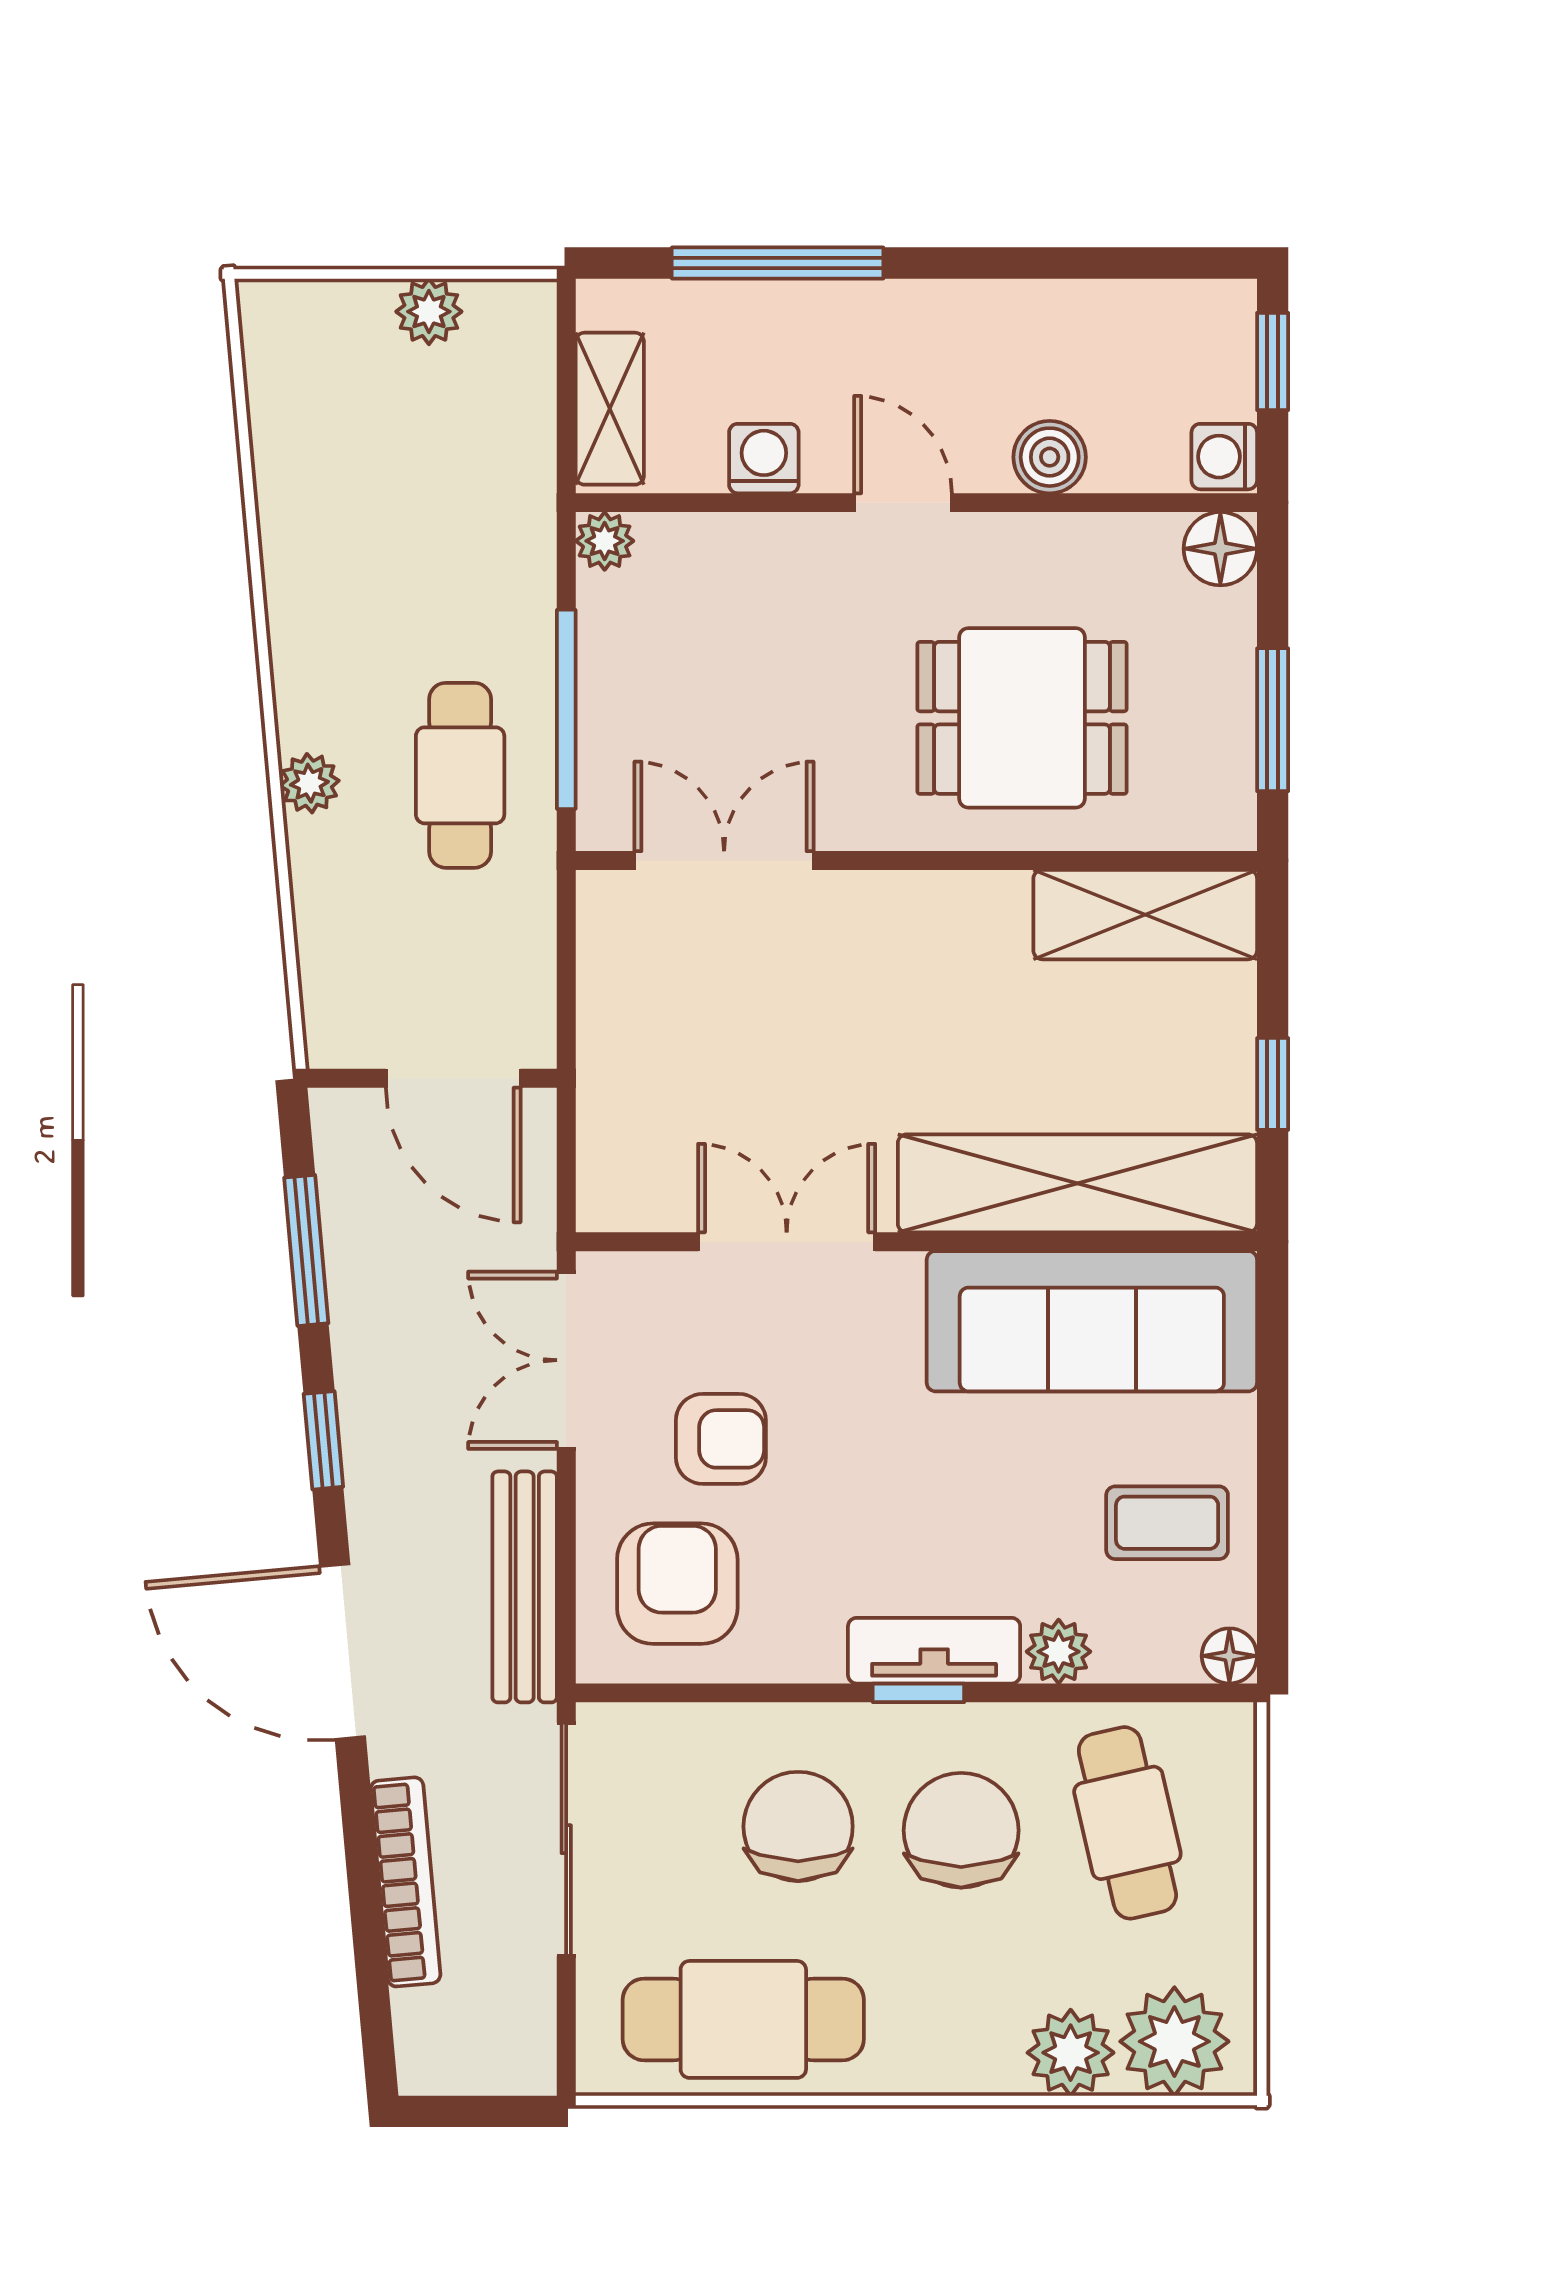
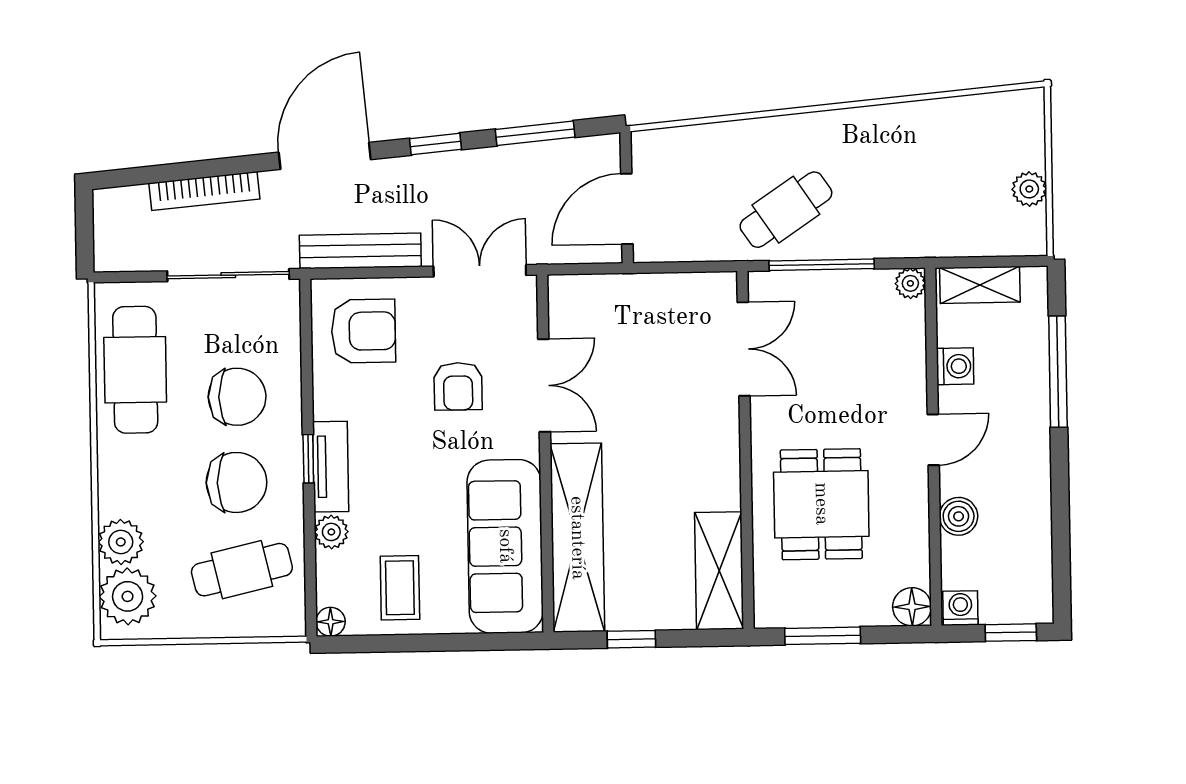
cafe table: (460, 775) -> (786, 210), turned -34
plant: (309, 783) -> (780, 131), removed
armchair: (721, 1439) -> (458, 386), moved

